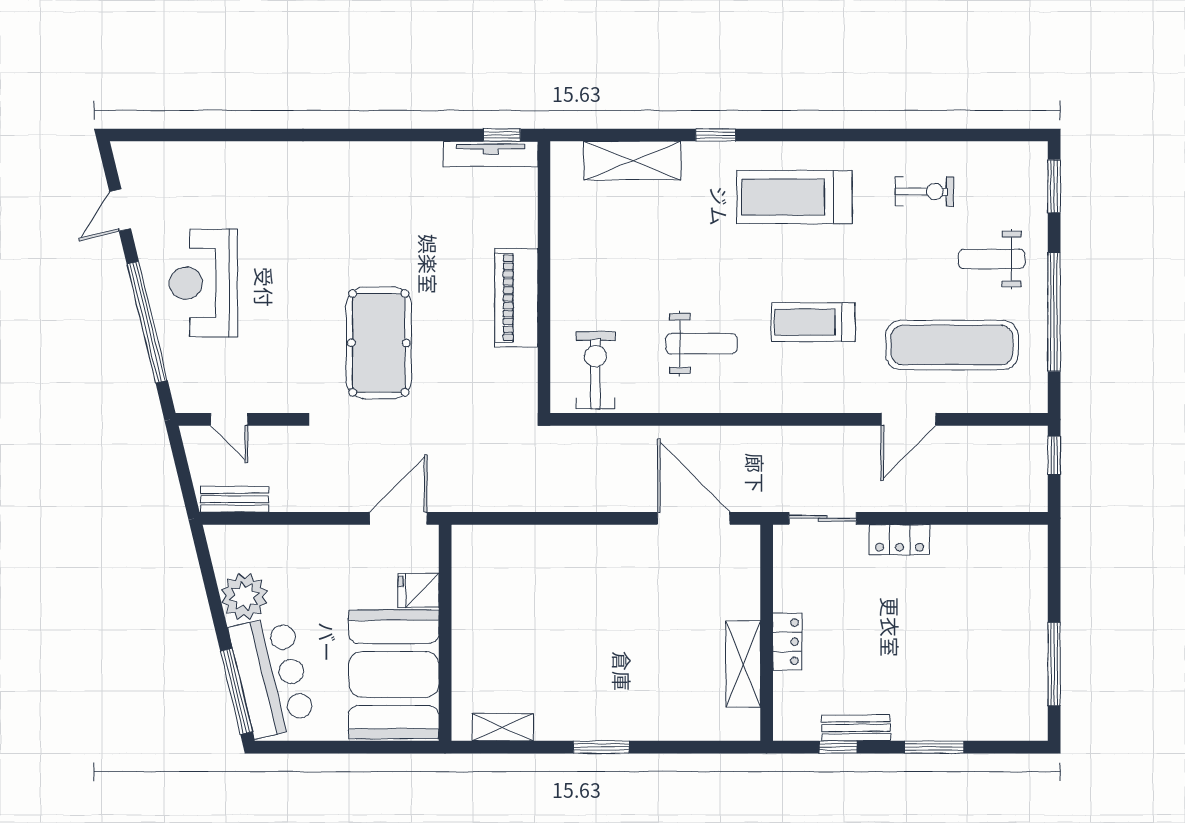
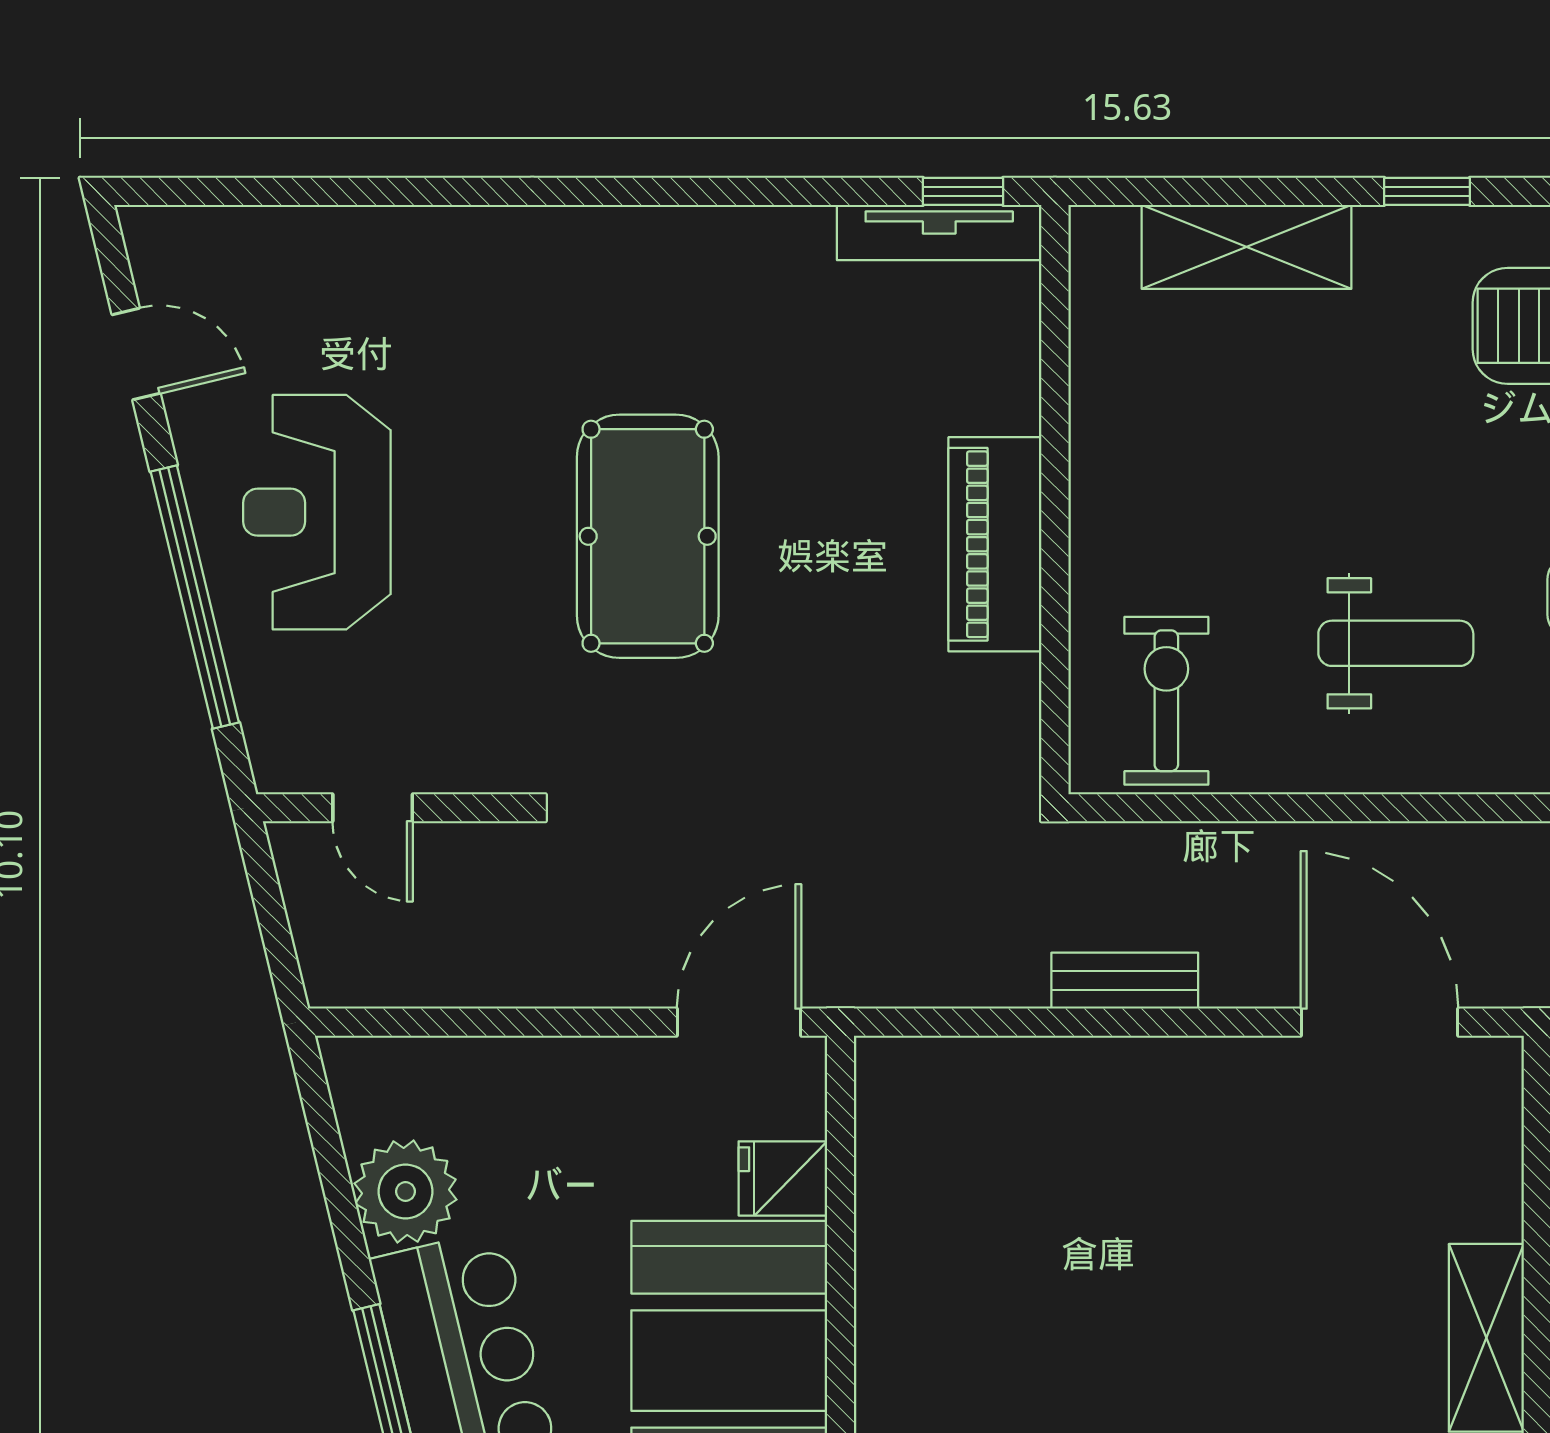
door: (120, 210) -> (136, 354), swing flipped
pool table: (379, 343) -> (648, 536), moved
bench: (235, 499) -> (1125, 981), moved

